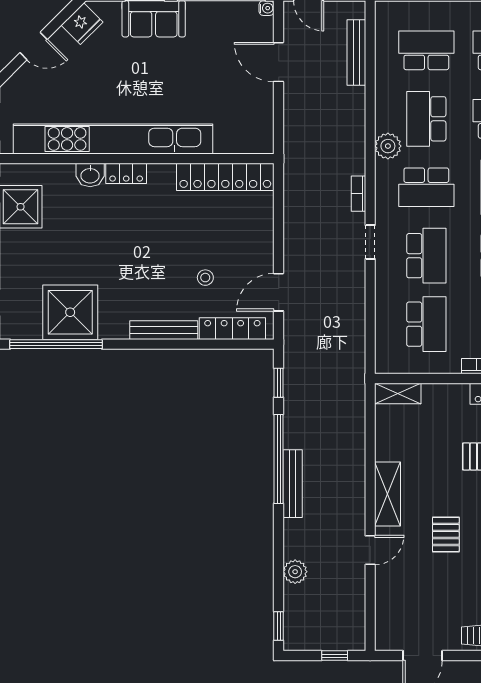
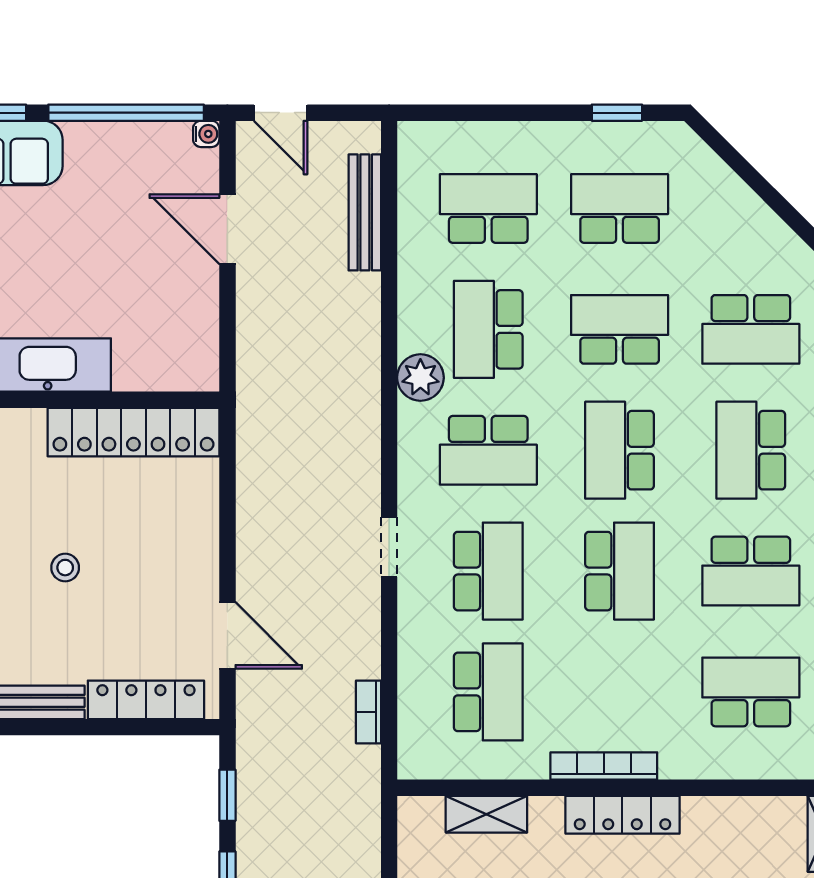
bookcase: (358, 194) -> (368, 712), moved
stool: (205, 278) -> (65, 568), moved
door: (279, 292) -> (227, 635), swing flipped
shelving: (398, 393) -> (486, 814), moved

